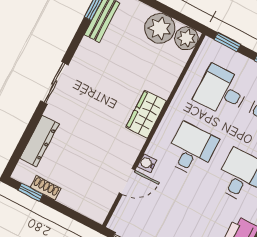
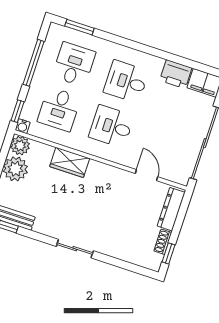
wardrobe: (146, 114) -> (70, 162), moved
dresser: (39, 141) -> (171, 209), moved, turned -90
water cooler: (147, 163) -> (23, 126), moved

